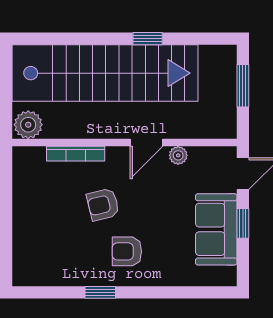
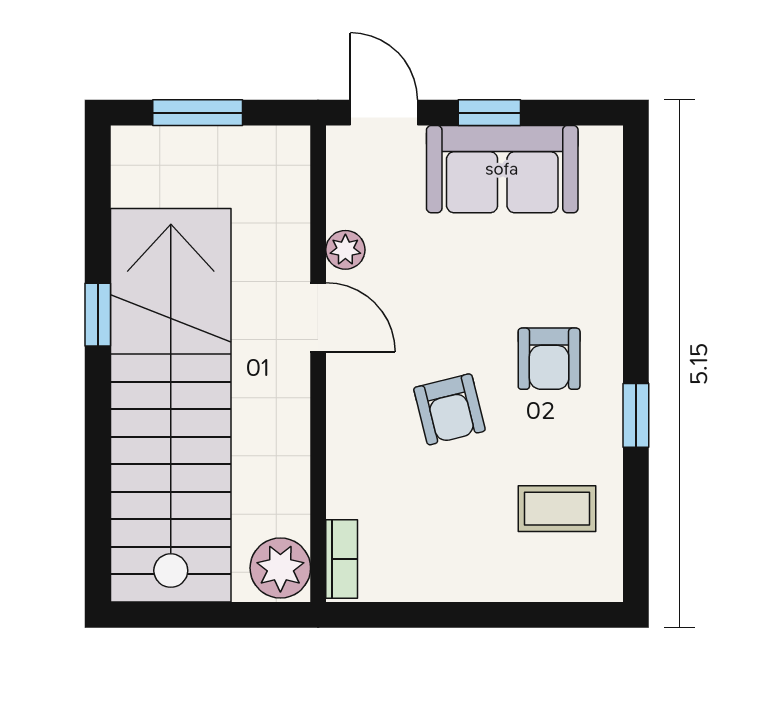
bookcase: (76, 154) -> (342, 559), moved, width x0.64
coffee table: (56, 255) -> (557, 509), added

